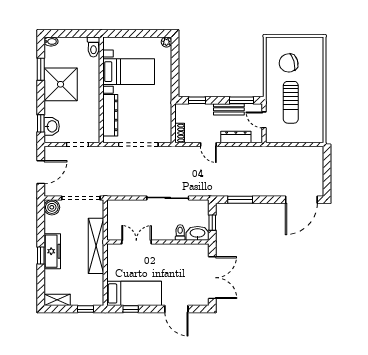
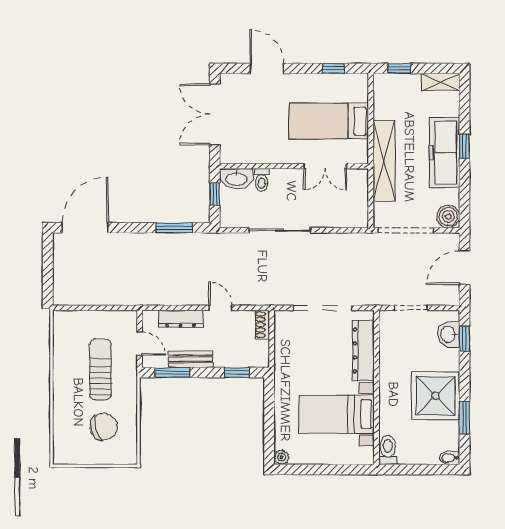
freezer: (52, 251) -> (445, 153), width x1.36, depth x1.26
bed: (134, 293) -> (329, 121), moved

